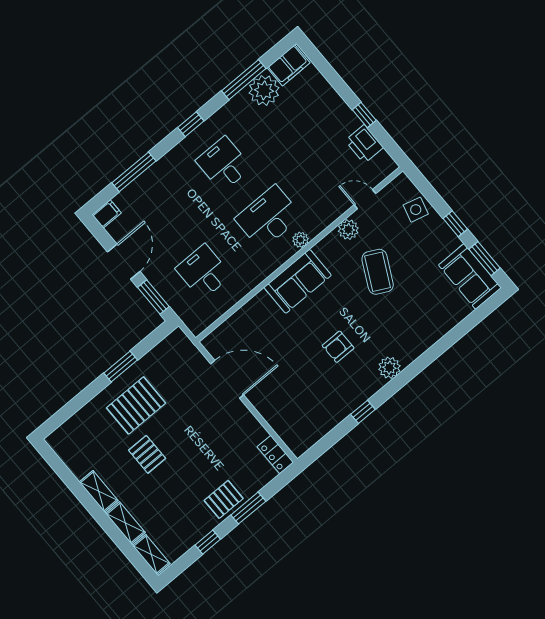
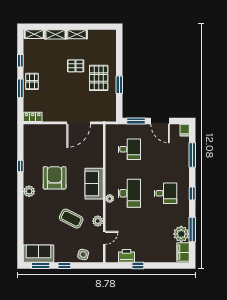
armchair: (338, 347) -> (55, 178), width x1.88, depth x1.88

